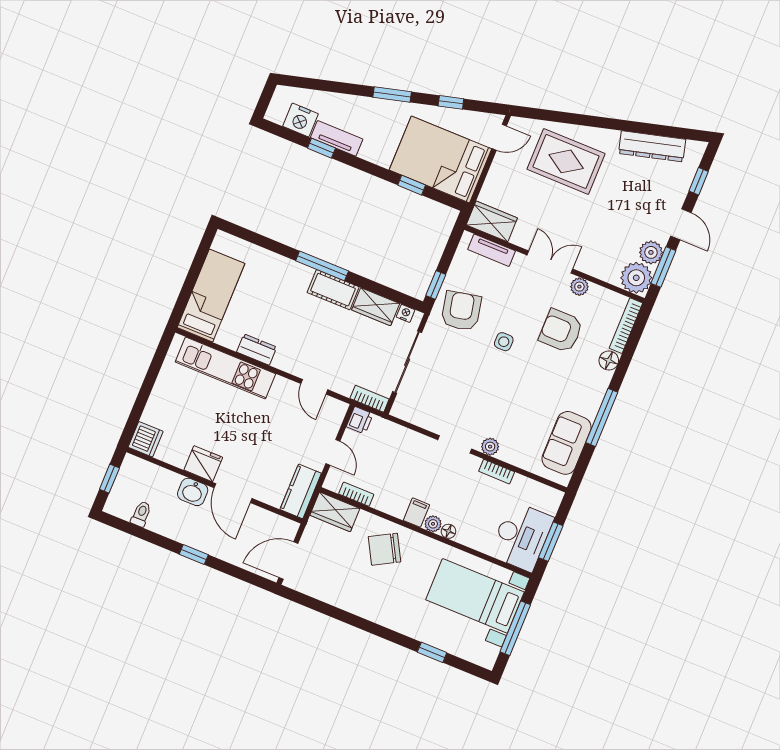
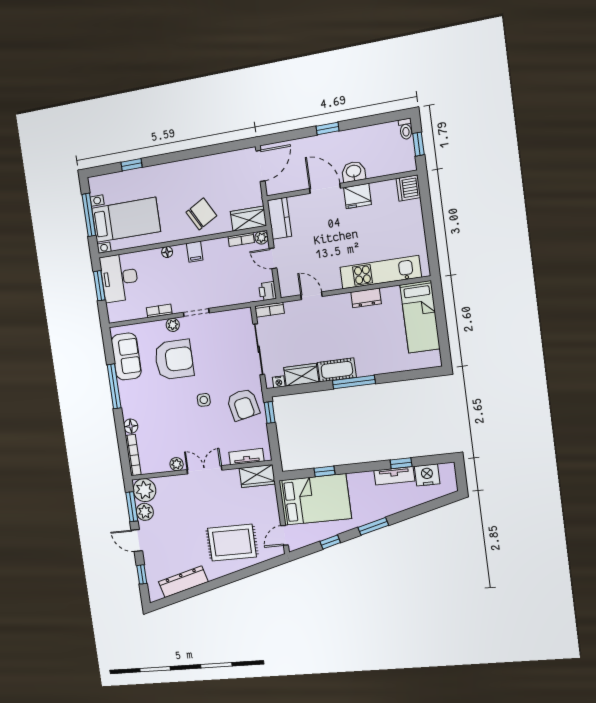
double door: (550, 262) -> (204, 470), swing flipped
armchair: (561, 331) -> (174, 360), moved, width x1.36, depth x1.36
toilet: (141, 514) -> (406, 129), moved
plant: (433, 524) -> (262, 238), moved

